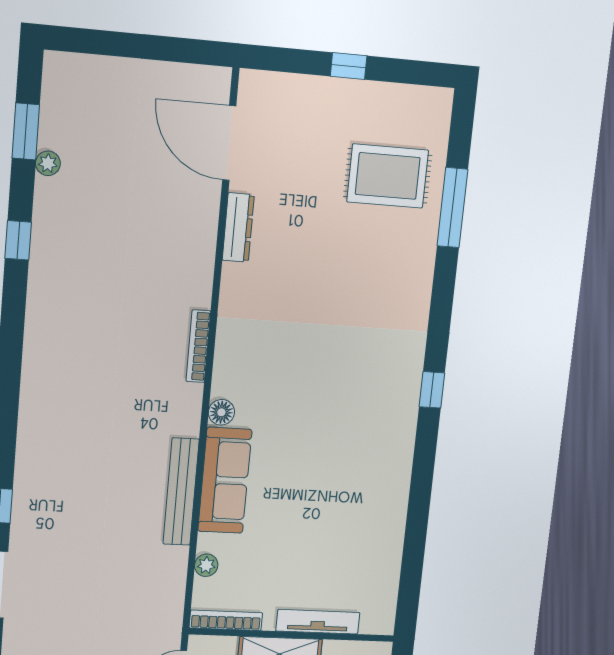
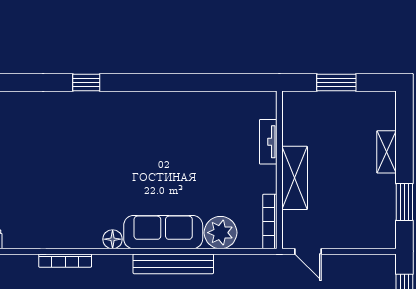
plant: (206, 565) -> (221, 233), width x1.87, depth x1.87
tv unit: (318, 622) -> (268, 142), width x0.71

